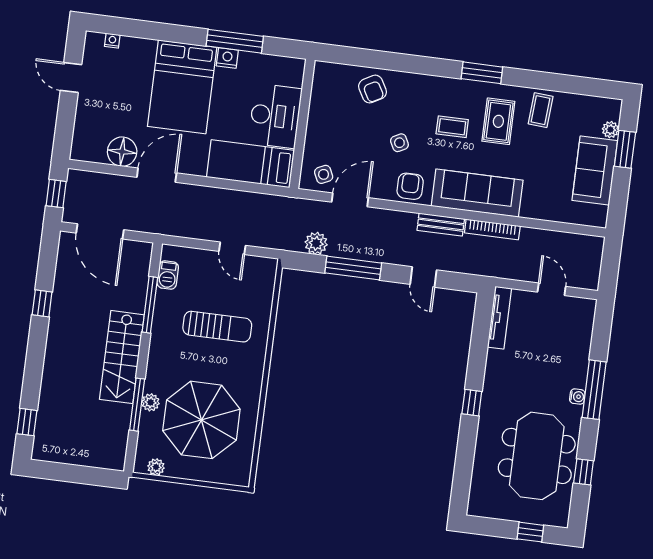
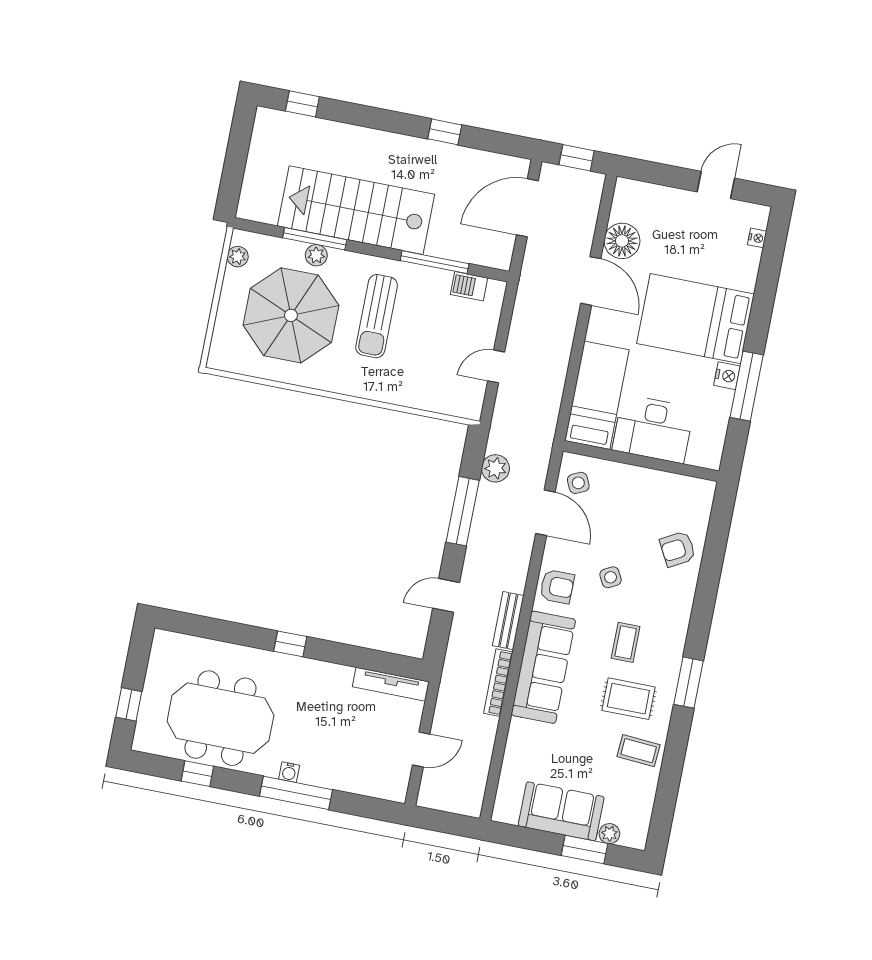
sun lounger: (217, 327) -> (377, 316), moved
stairs: (122, 357) -> (356, 210), width x1.36, depth x1.51

